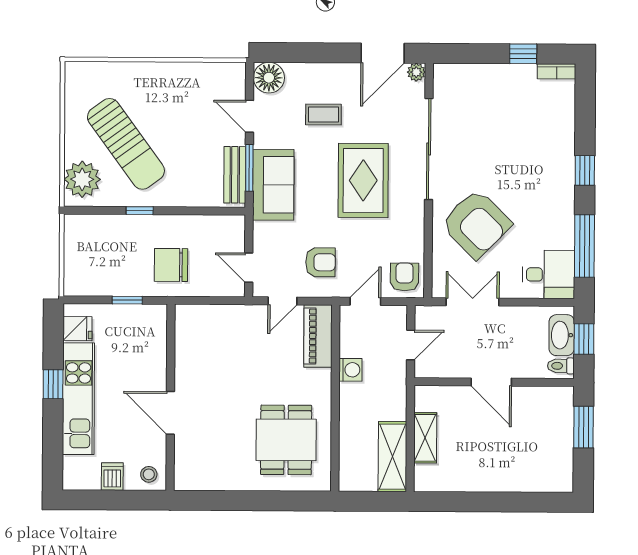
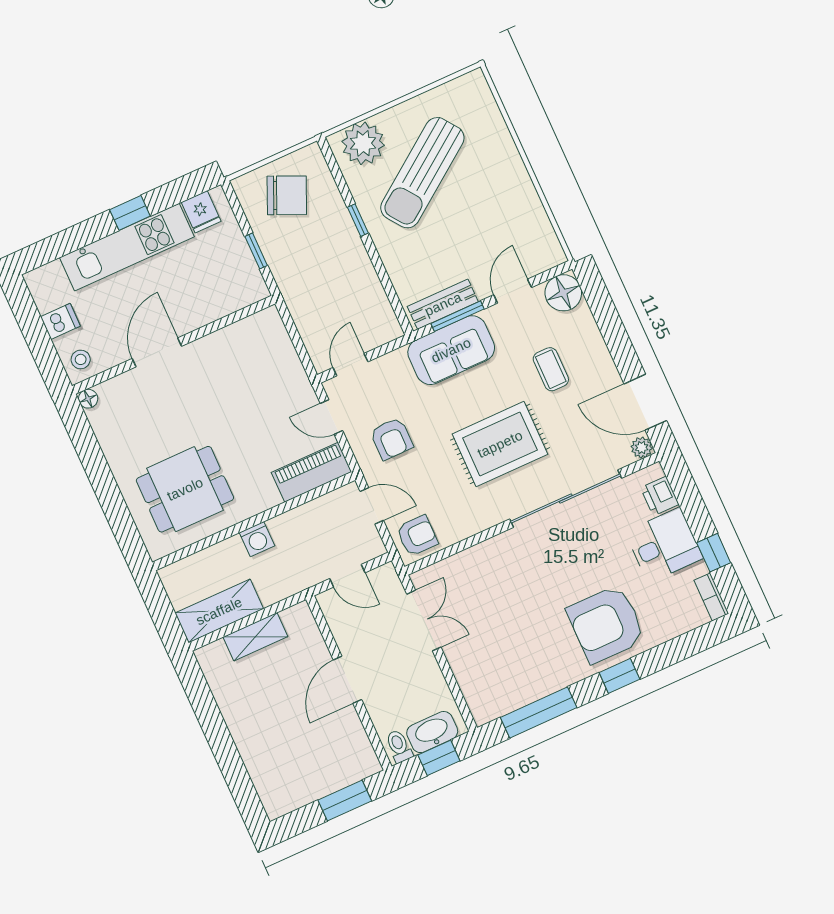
printer: (460, 75) -> (660, 496), added
armchair: (476, 224) -> (606, 624), moved, turned 45
chair: (171, 265) -> (287, 195), moved, turned 114
desk: (549, 274) -> (664, 545), moved, turned -90
washing machine: (350, 370) -> (257, 539), moved
floor lamp: (182, 483) -> (88, 399), added

